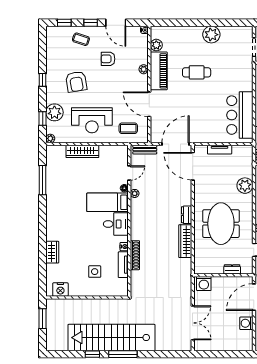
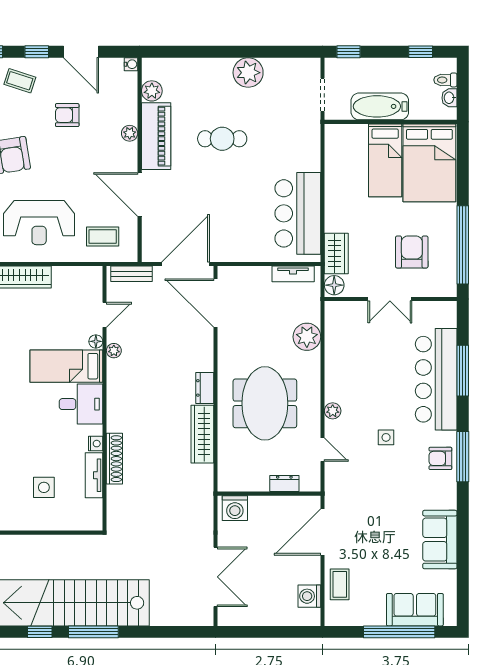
tv unit: (220, 150) -> (293, 274), moved
washing machine: (246, 323) -> (309, 596), moved

